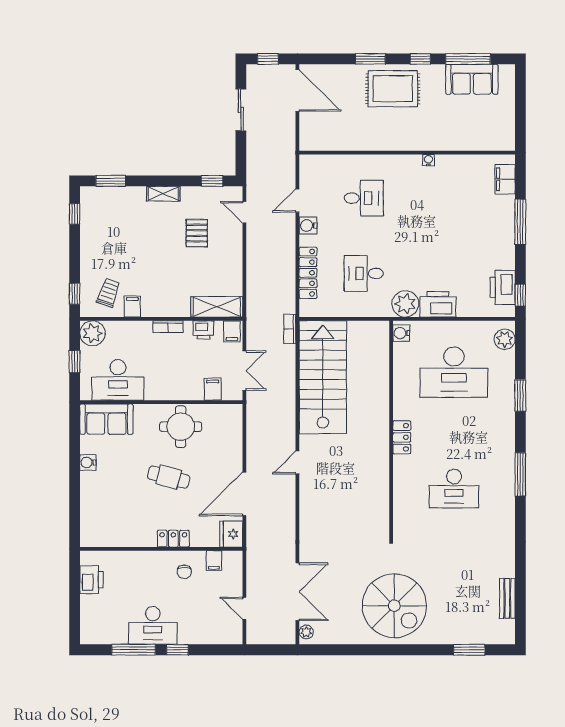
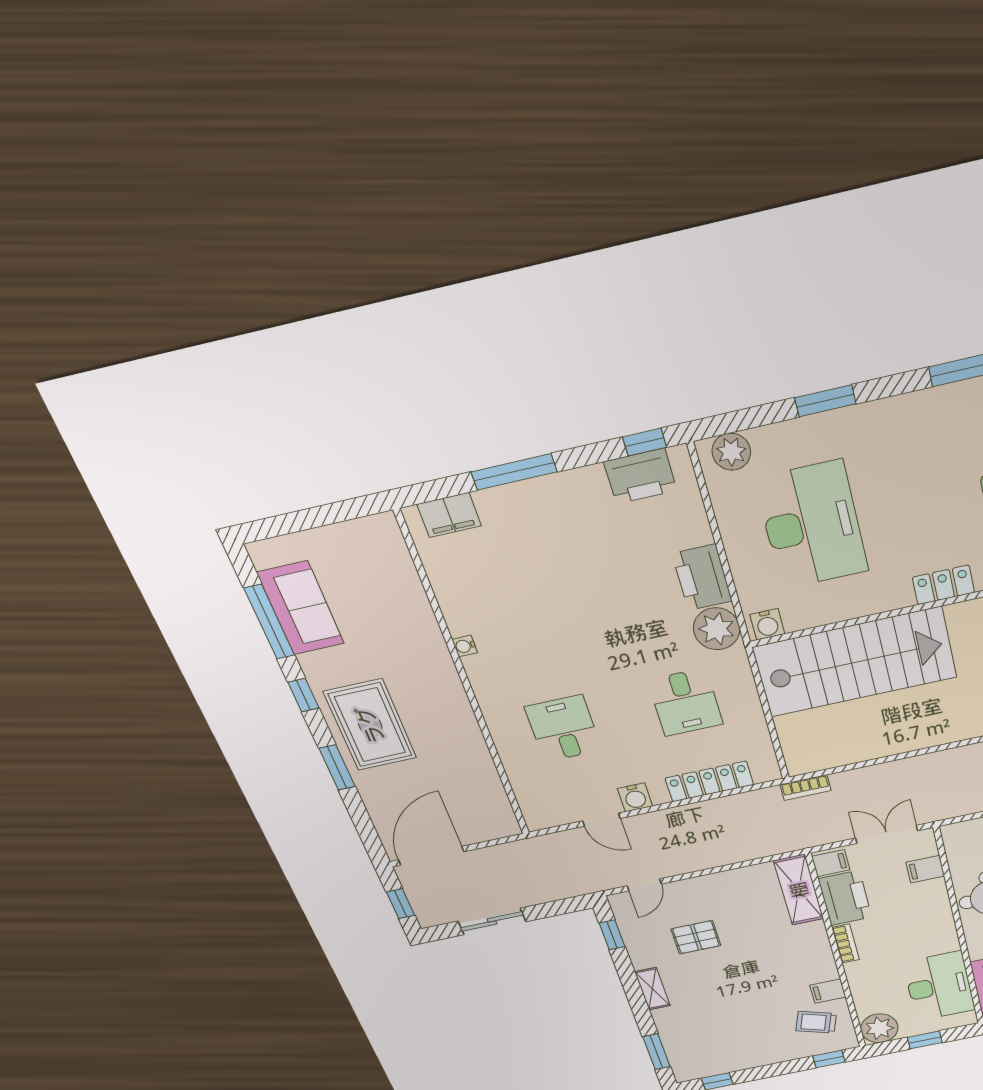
printer: (203, 330) -> (845, 898), width x1.87, depth x1.48
stairs: (323, 377) -> (855, 662), moved, turned 180

